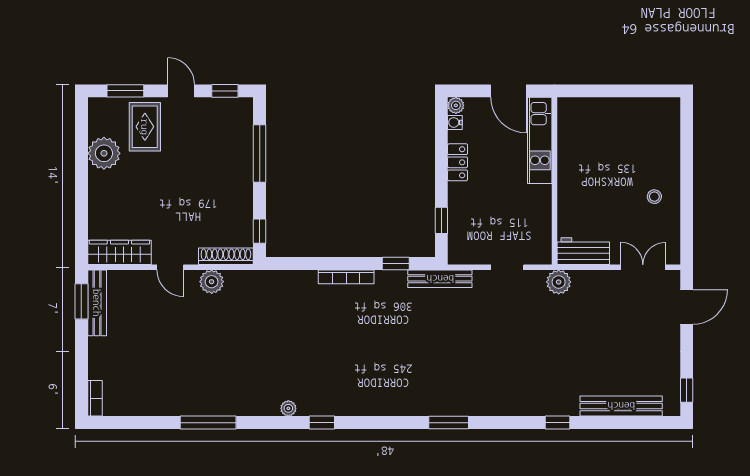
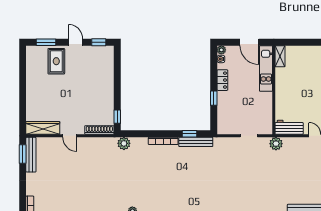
shelving: (566, 117) -> (280, 56), added
plant: (104, 153) -> (35, 75), removed
window: (260, 154) -> (117, 75), removed
window: (441, 220) -> (214, 98), moved
bench: (440, 279) -> (196, 142), moved
plant: (212, 282) -> (124, 143), moved

